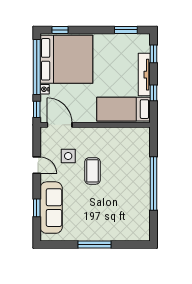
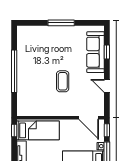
window: (153, 93) -> (14, 131), moved
side table: (68, 156) -> (82, 93), removed

